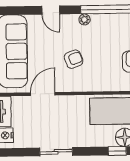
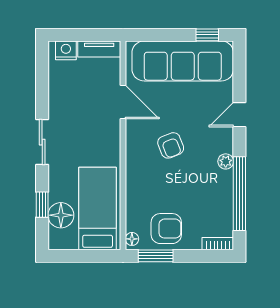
sliding door: (56, 152) -> (42, 142), moved

